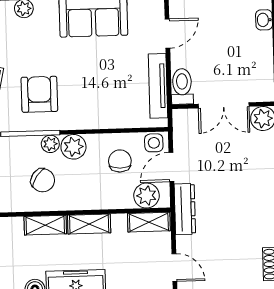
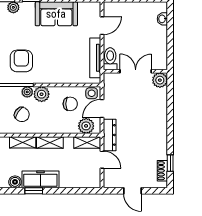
double door: (224, 105) -> (136, 71), swing flipped
chair: (120, 161) -> (70, 104), turned 90
door: (174, 268) -> (102, 160), moved

